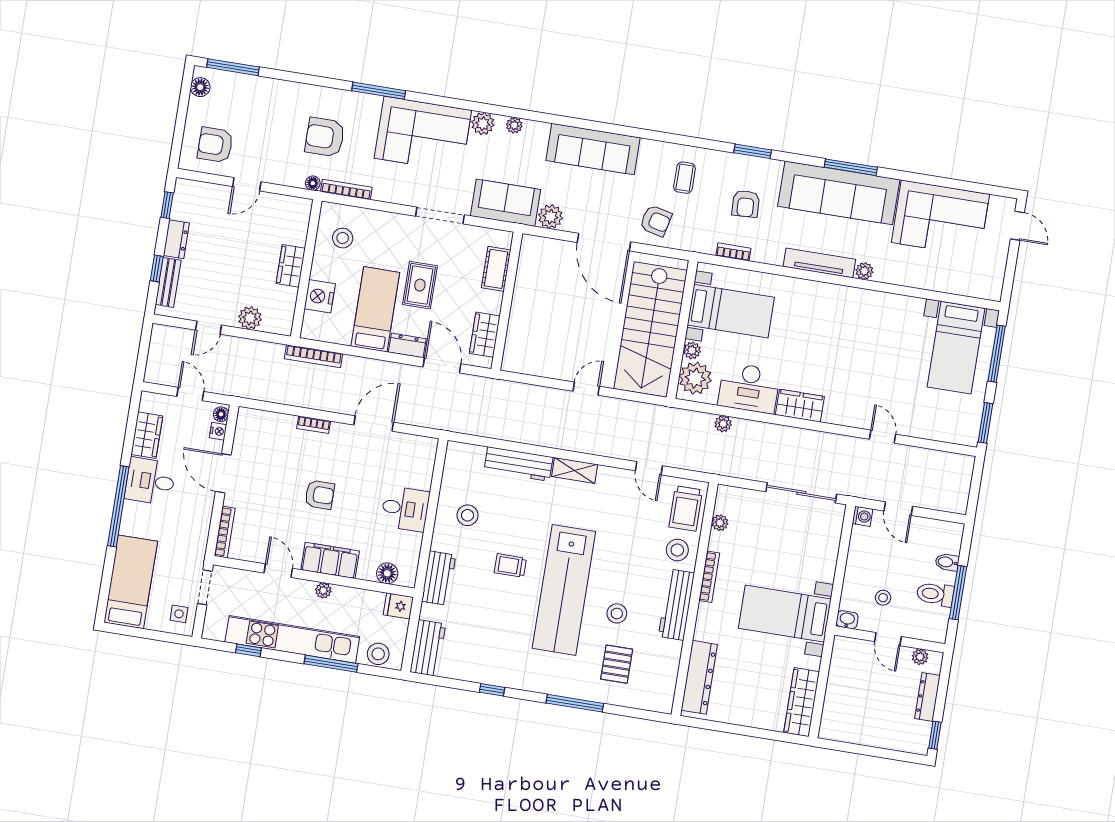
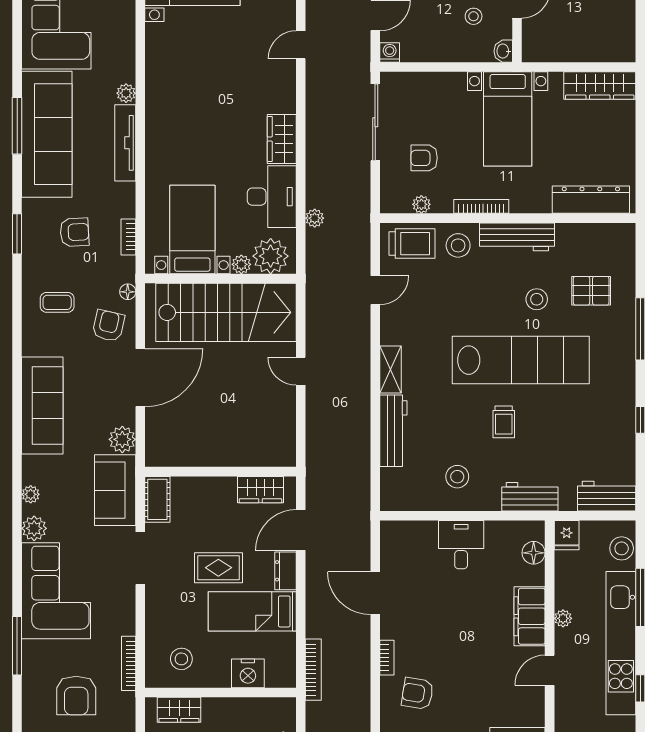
floor lamp: (313, 183) -> (128, 292), moved
wardrobe: (291, 266) -> (179, 710), moved
cot: (496, 269) -> (157, 499), moved, turned 90
armchair: (320, 495) -> (417, 693), moved, turned -81
armchair: (762, 532) -> (424, 158), added

